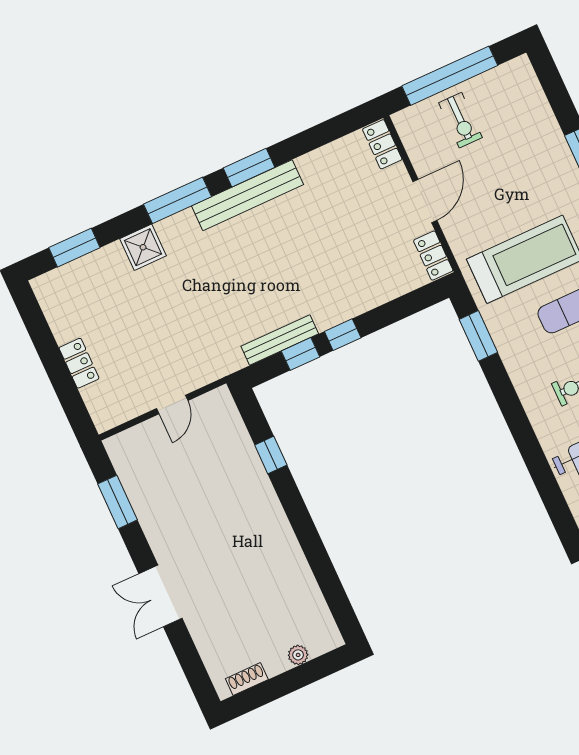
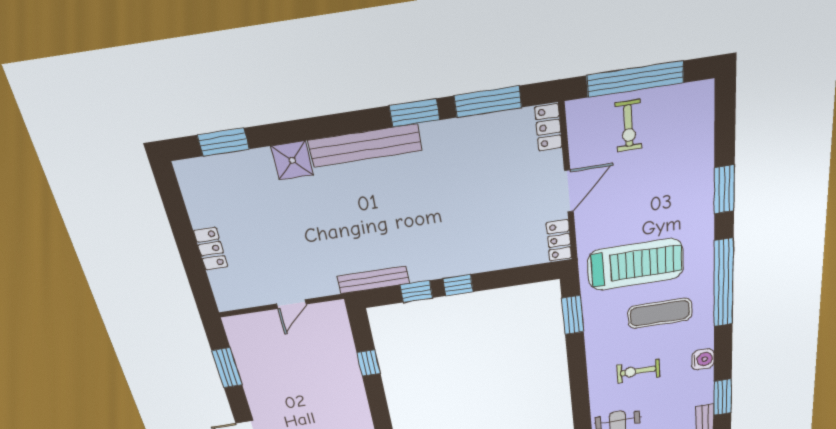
bench: (247, 195) -> (365, 145), moved
window: (177, 200) -> (488, 102), moved
bench: (280, 340) -> (373, 280), moved

